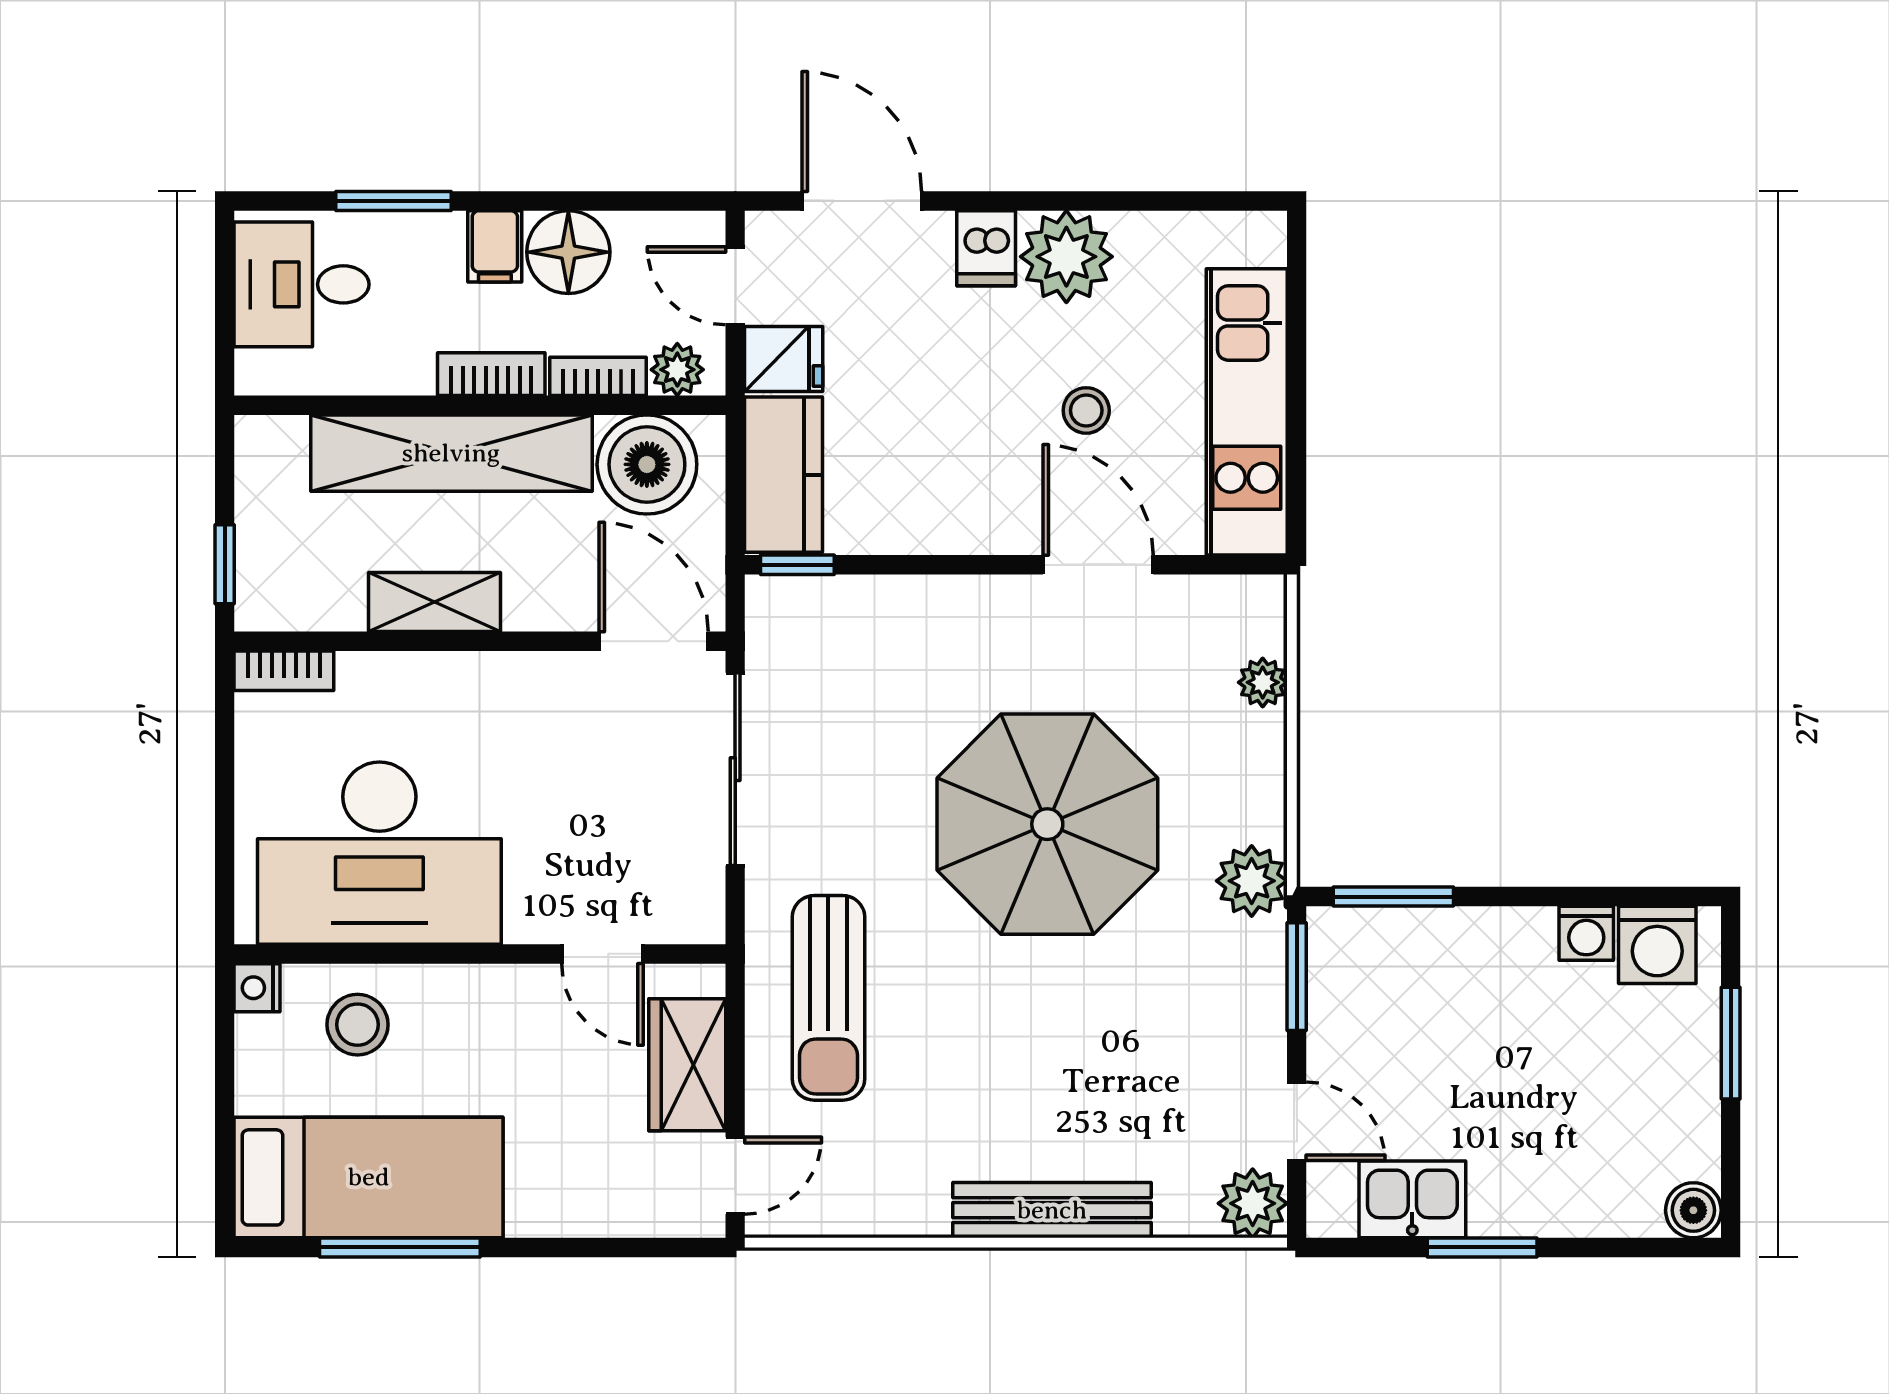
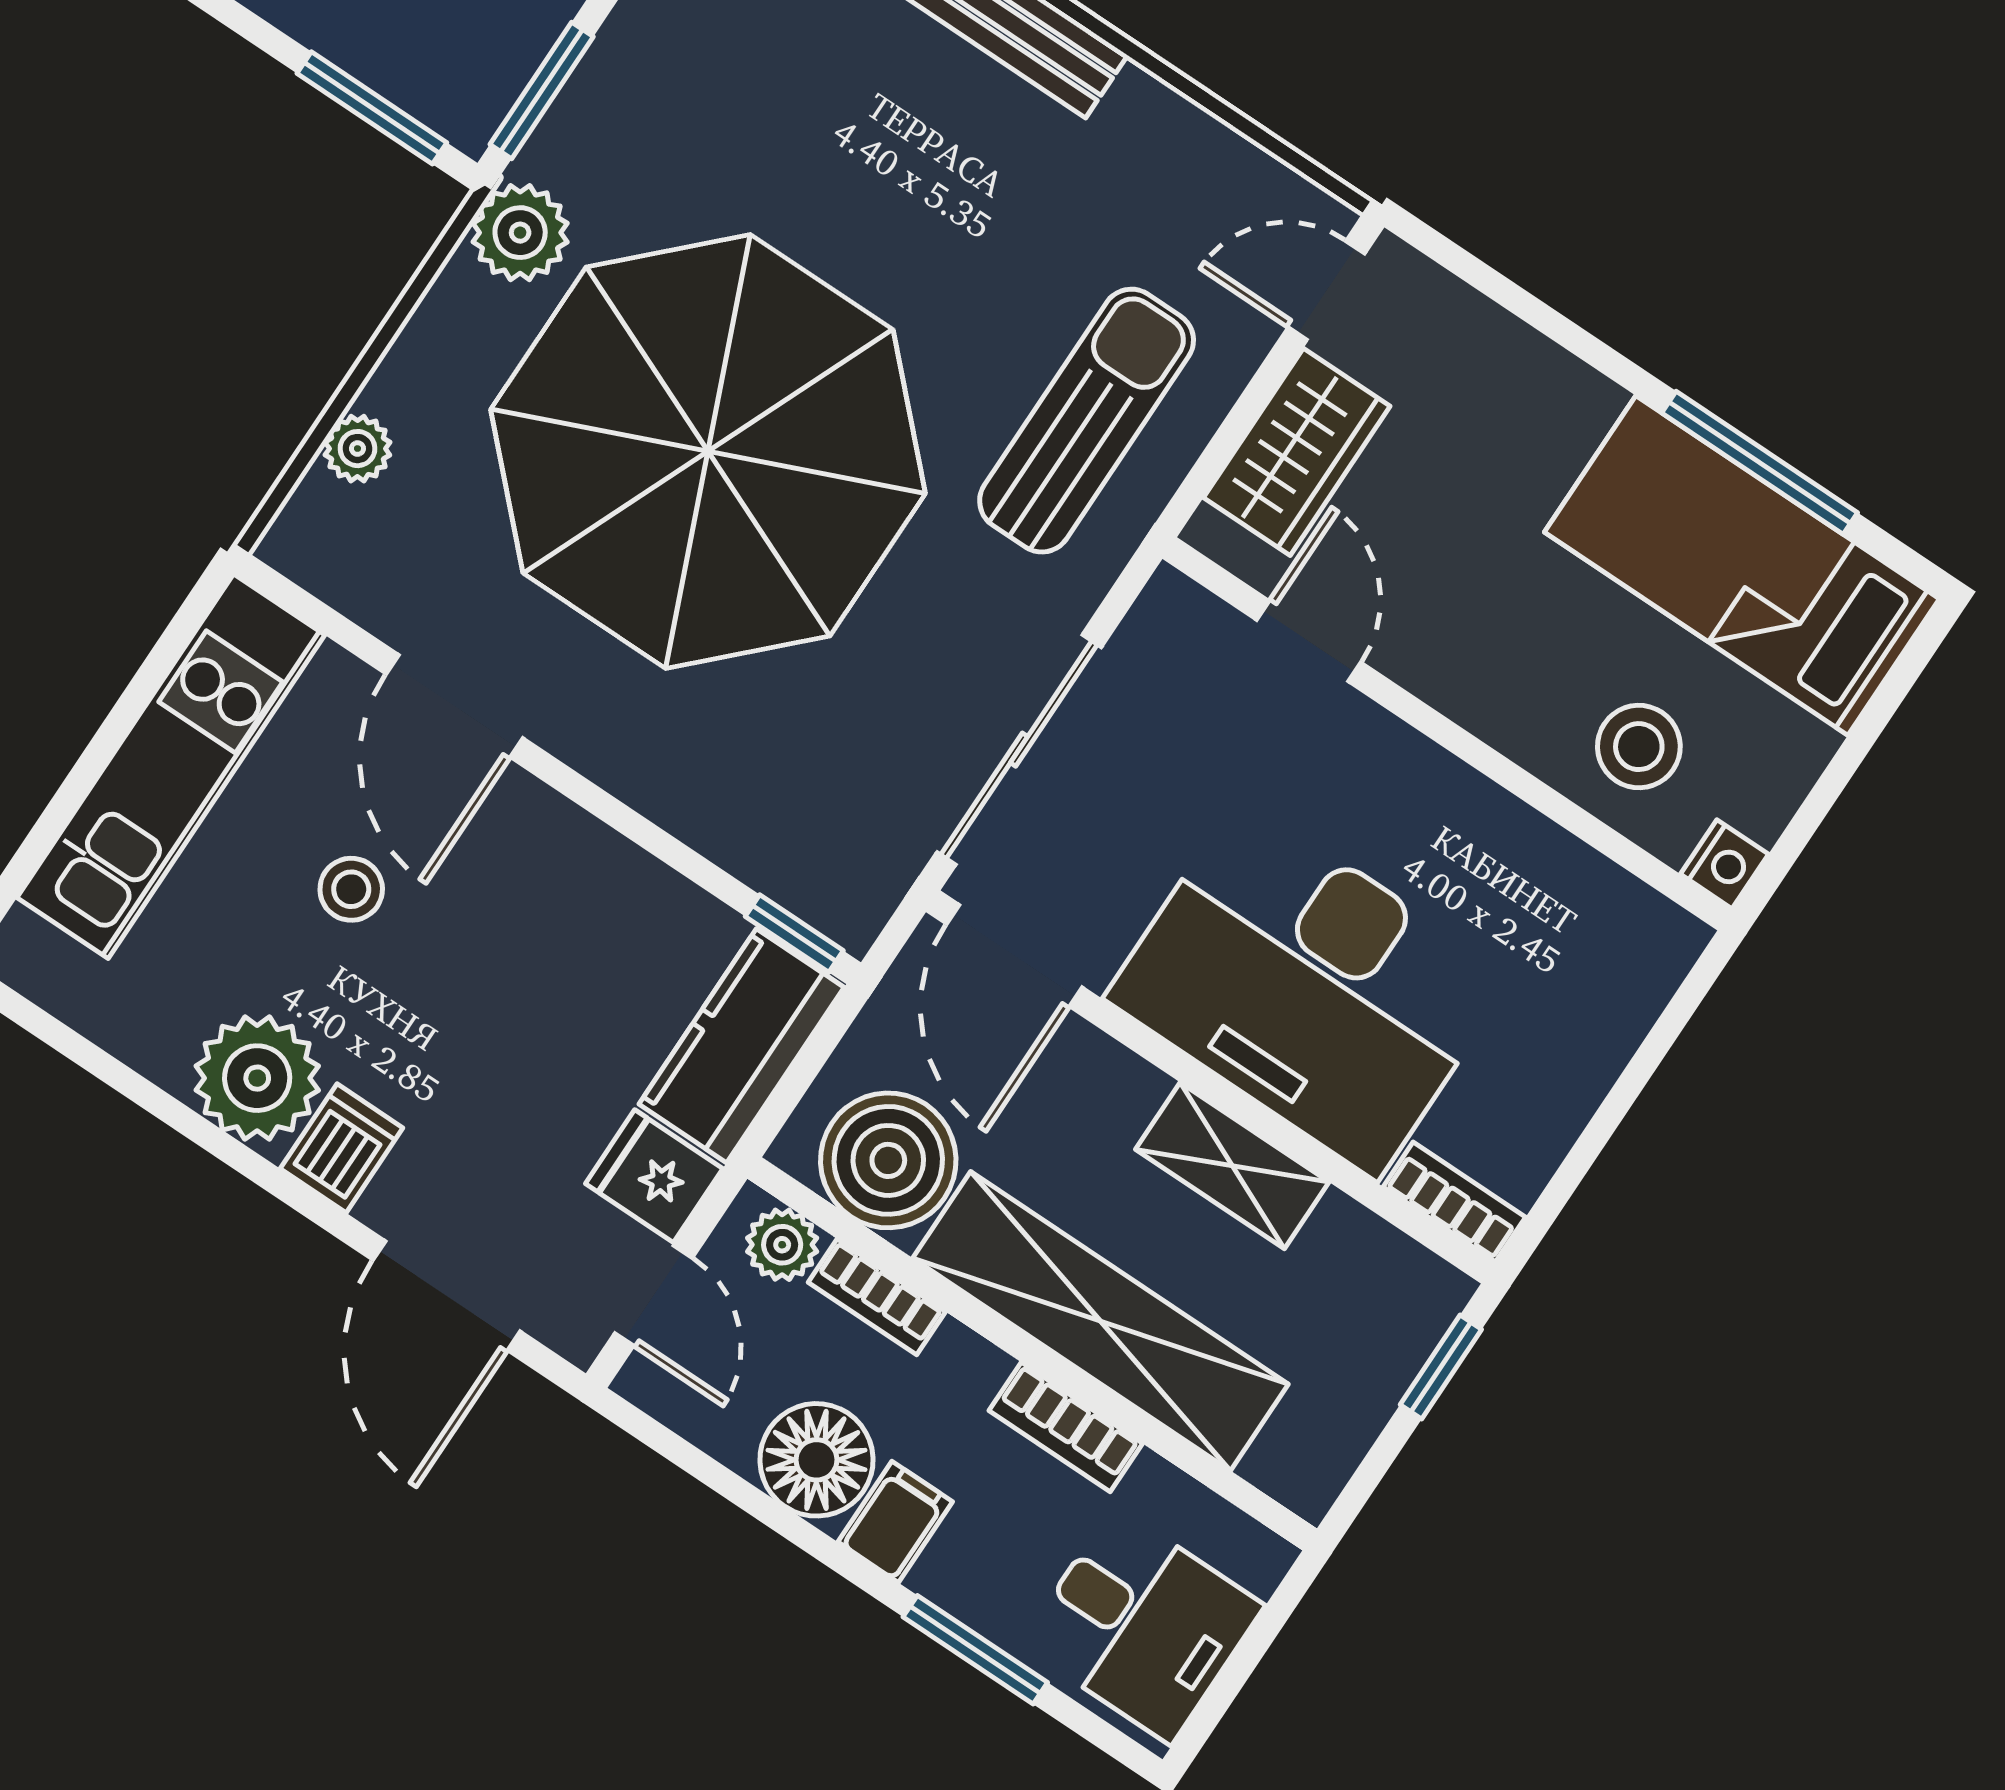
bookcase: (491, 374) -> (1066, 1427), moved
parasol: (1047, 824) -> (708, 451), width x1.36, depth x1.36
desk: (379, 853) -> (1309, 988), moved, turned 180

